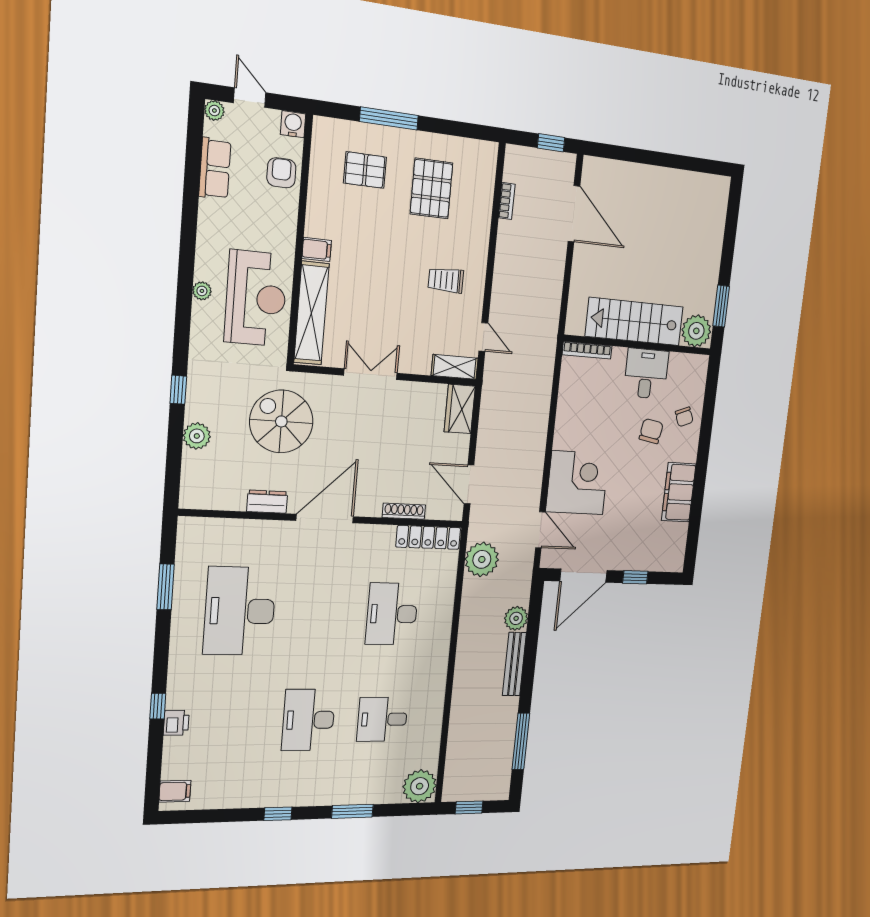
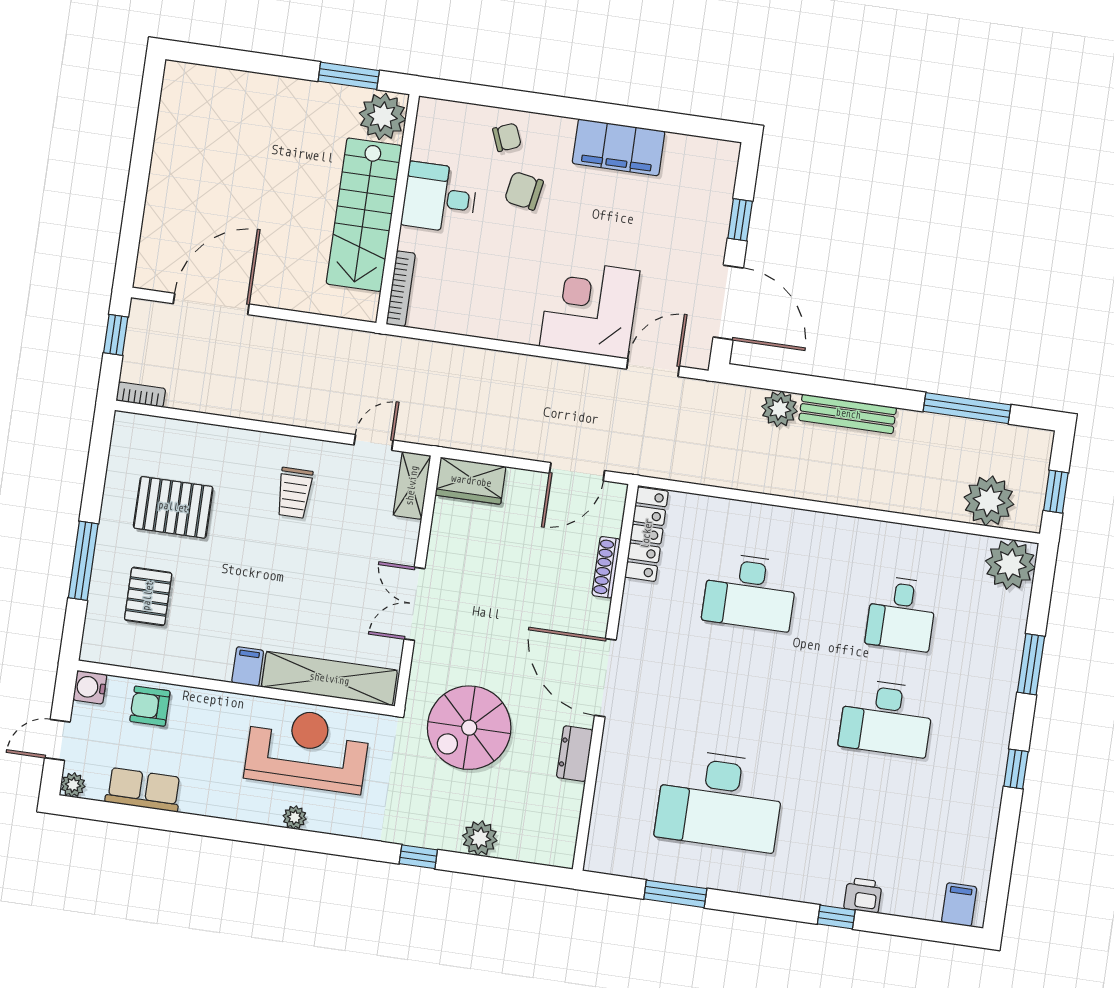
bookcase: (507, 201) -> (141, 395), moved
plant: (482, 559) -> (989, 501), moved

